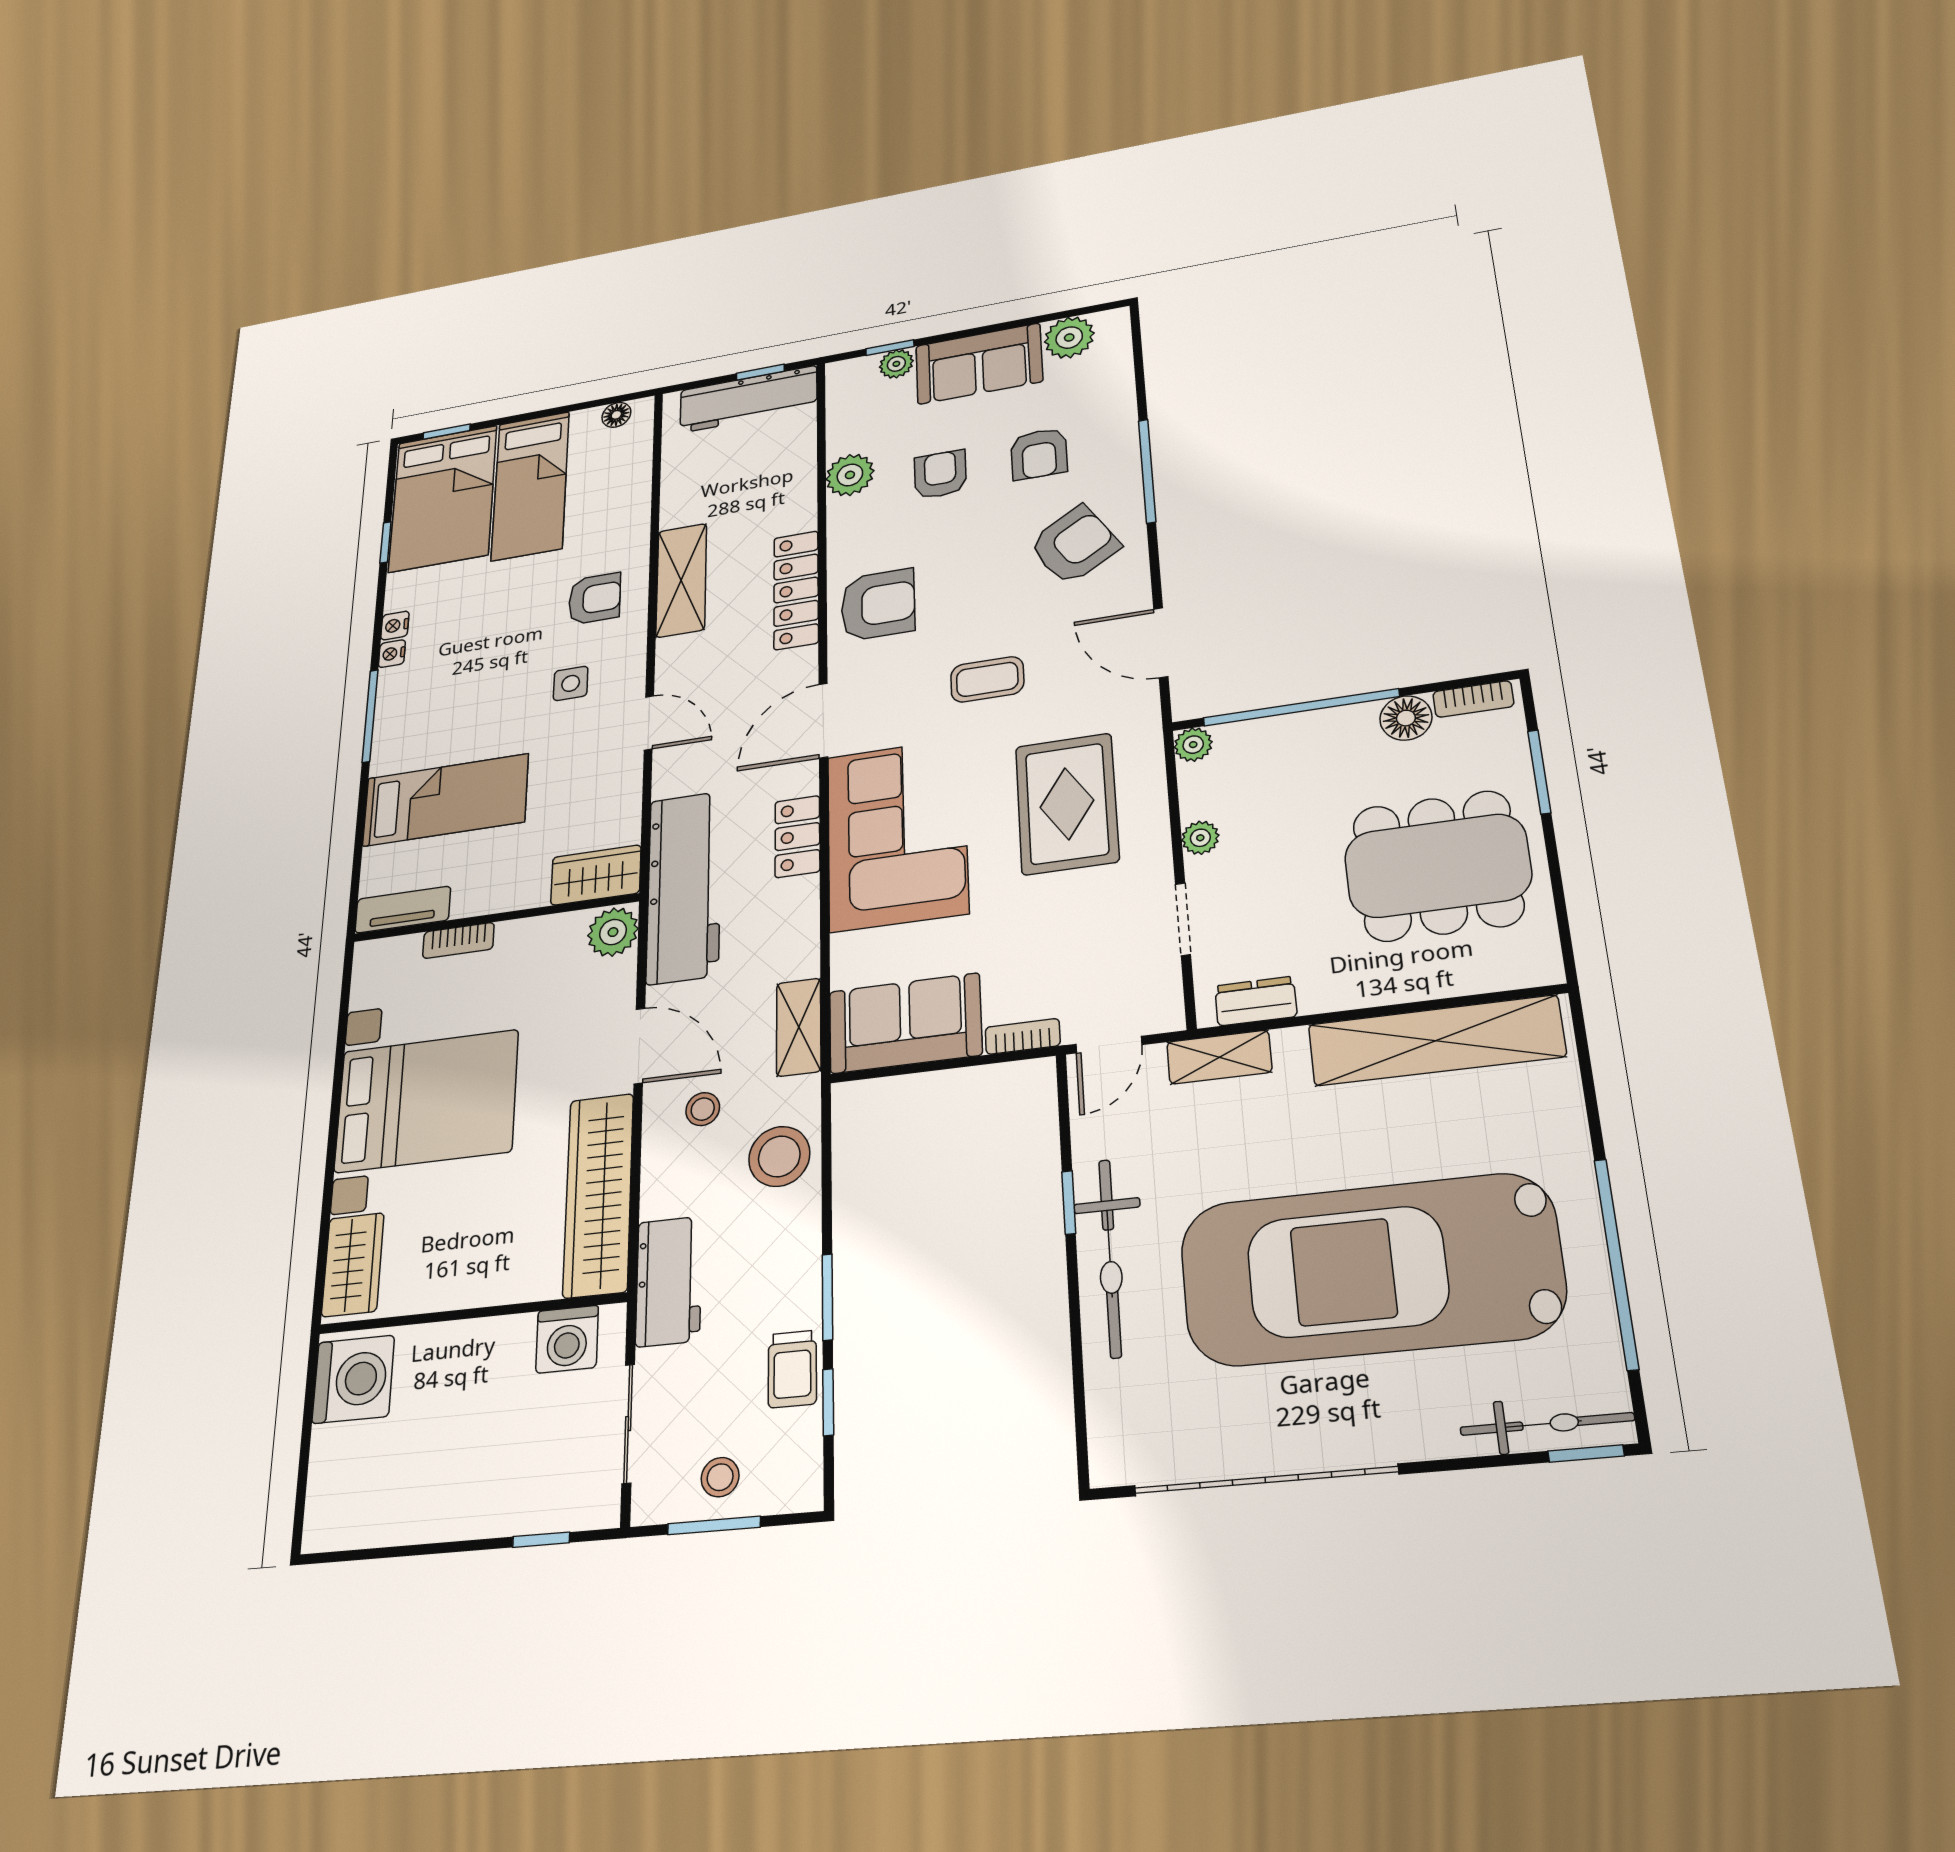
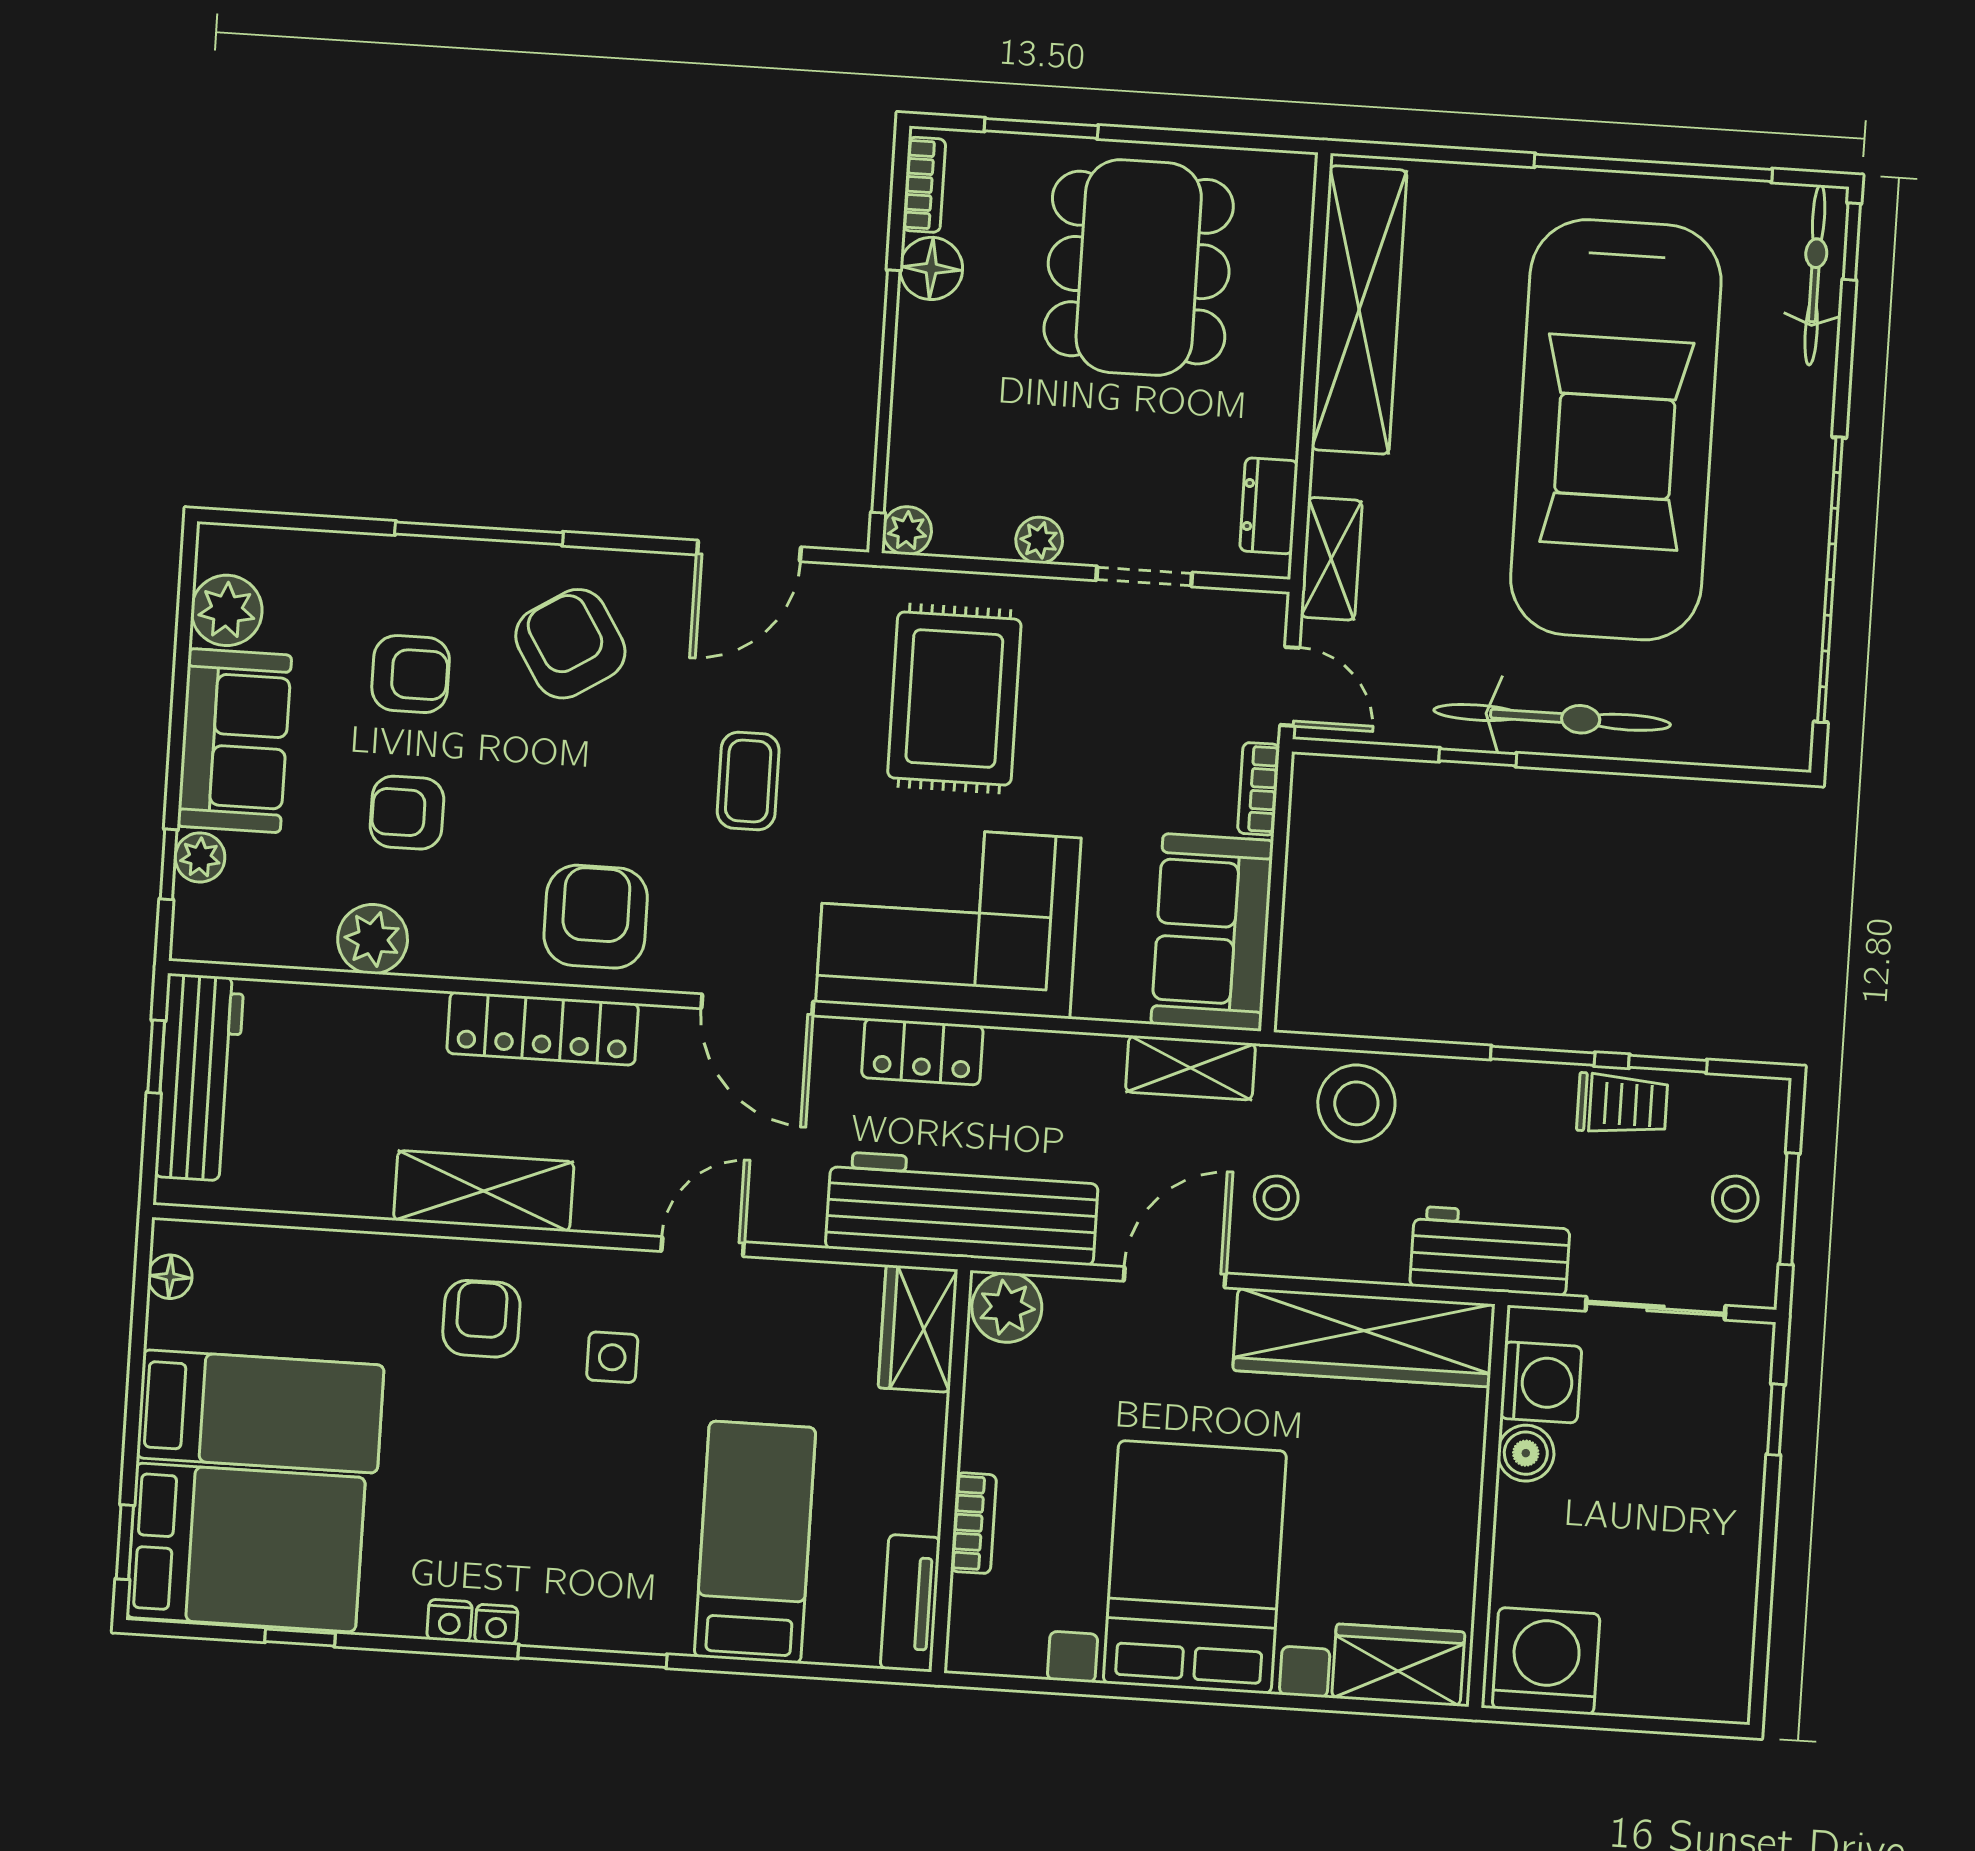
rug: (1067, 804) -> (954, 699), turned 90
boiler: (512, 1336) -> (1526, 1453), added

